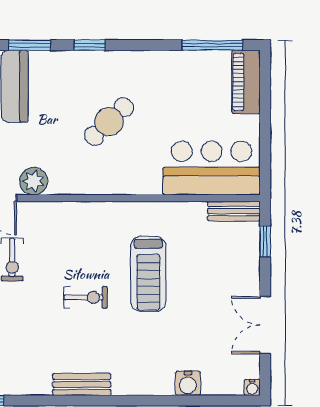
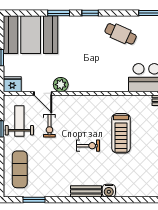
cafe table: (109, 122) -> (121, 34), moved, turned 68
water cooler: (188, 383) -> (109, 191), moved

